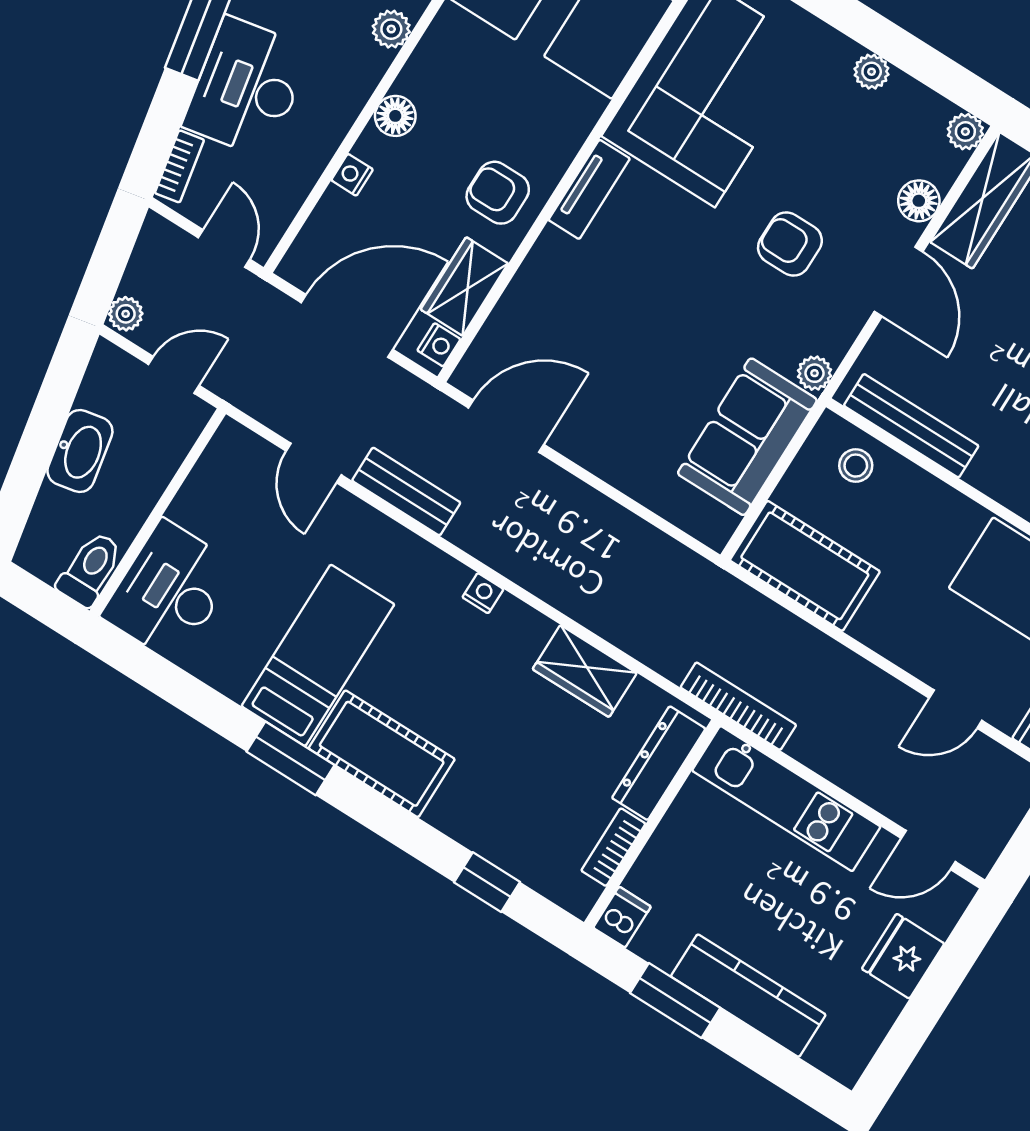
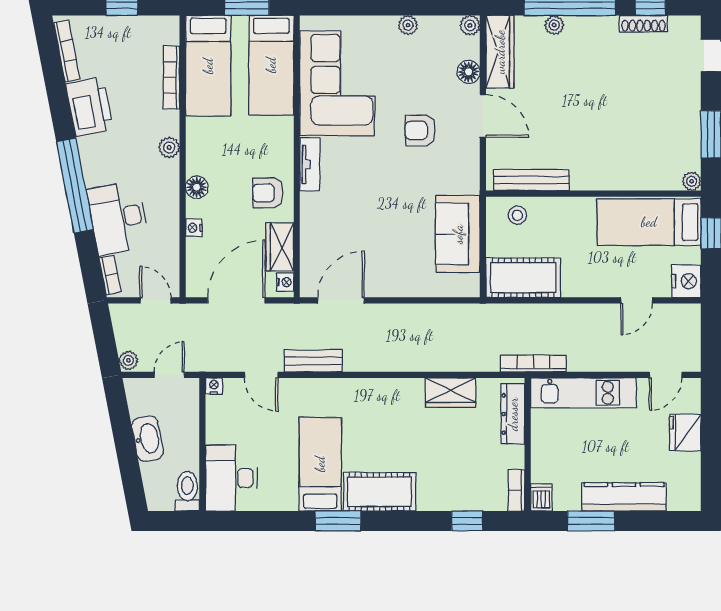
plant: (815, 373) -> (471, 184), removed
nightstand: (483, 593) -> (214, 386), moved
bookcase: (613, 847) -> (516, 490), moved

